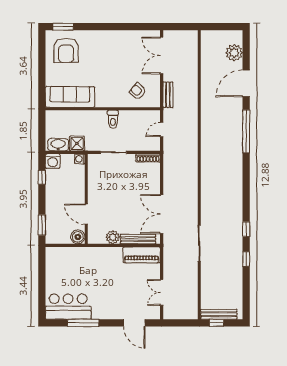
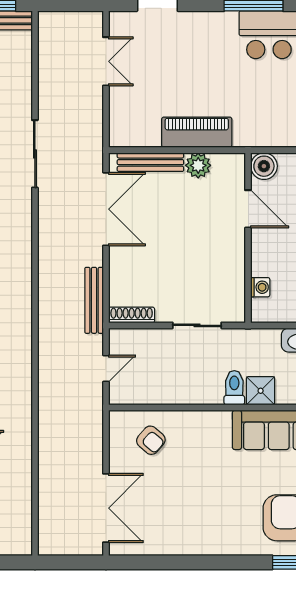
bench: (168, 95) -> (94, 300), moved, width x1.36
toilet: (113, 119) -> (234, 388), moved
shower: (77, 143) -> (261, 391), moved
washing machine: (80, 159) -> (260, 287), moved
piano: (142, 255) -> (197, 132), moved

